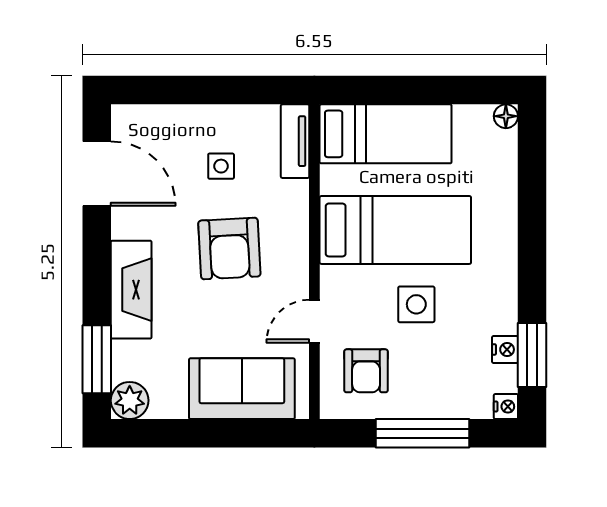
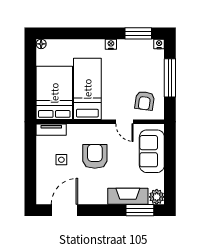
bed: (386, 134) -> (54, 93), width x1.50
armchair: (229, 249) -> (95, 156), turned -87
fireplace: (131, 290) -> (128, 196), moved
side table: (416, 304) -> (118, 80), removed
nightstand: (505, 349) -> (111, 44), moved
armchair: (366, 371) -> (145, 101), turned 98

